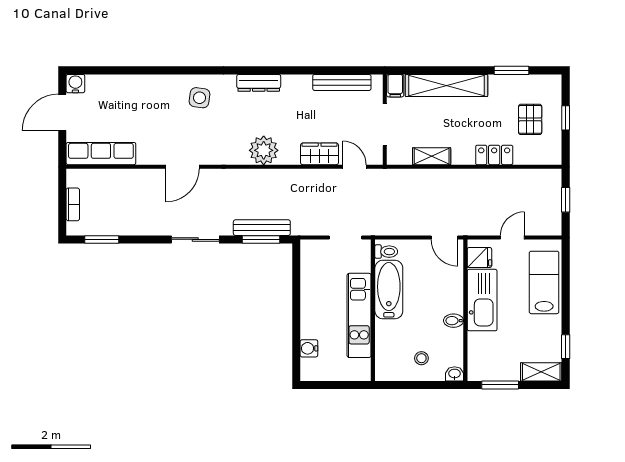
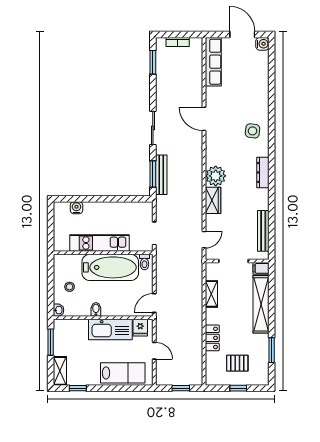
wardrobe: (320, 154) -> (213, 200), moved
bathtub: (389, 290) -> (110, 267), width x1.36, depth x1.36

